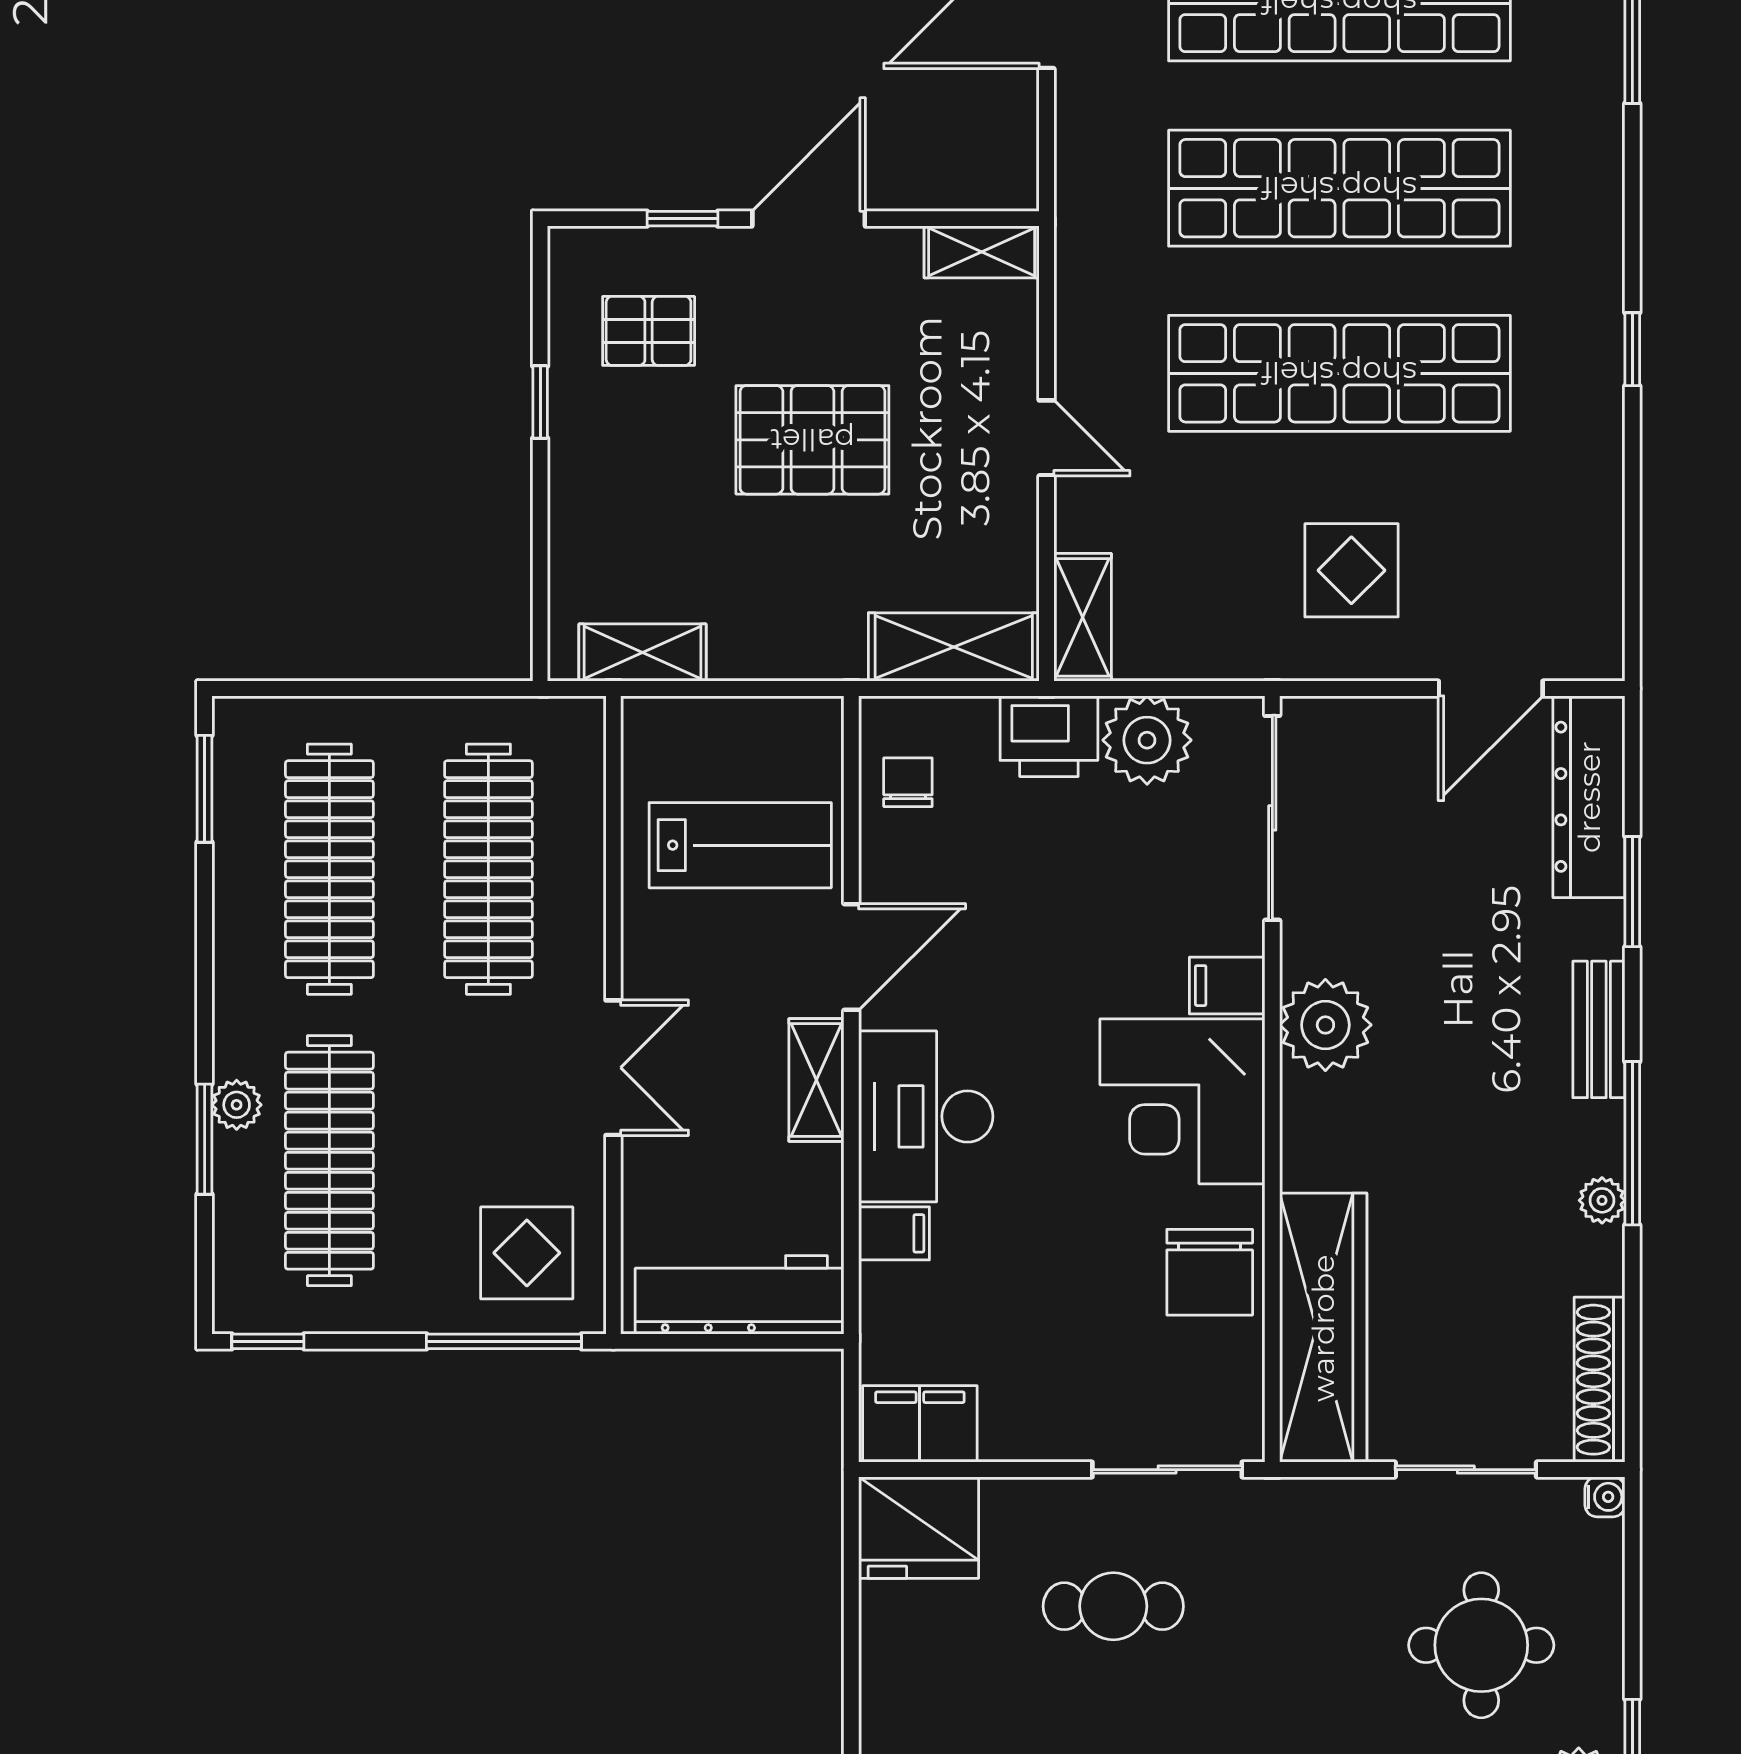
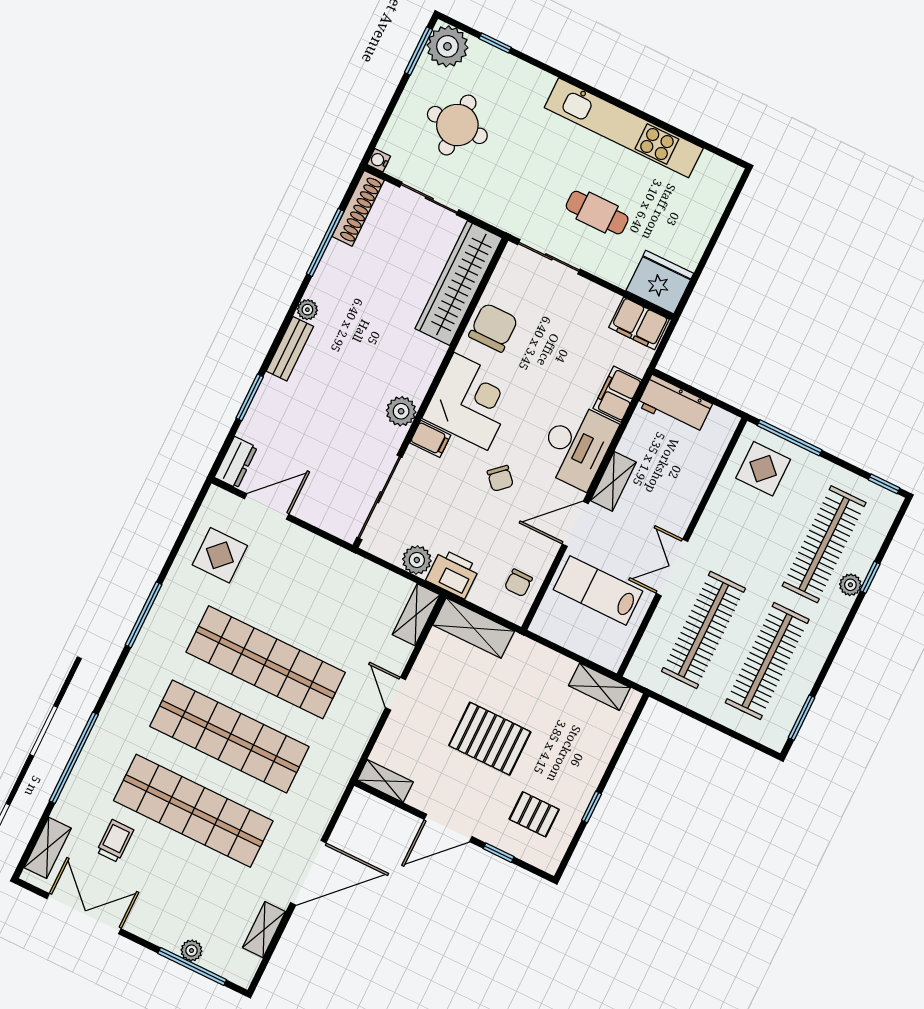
window: (1632, 349) -> (144, 615), width x2.17
display table: (1351, 570) -> (220, 555), moved
plant: (1147, 740) -> (417, 560), width x0.73, depth x0.73
dresser: (1589, 797) -> (236, 462), width x0.51, depth x0.80
chair: (1047, 975) -> (500, 478), added
plant: (1325, 1025) -> (401, 411), width x0.73, depth x0.73
double door: (613, 1068) -> (672, 567), moved
window: (205, 1139) -> (870, 577), width x0.67
window: (1632, 1143) -> (325, 242), moved
plant: (1602, 1200) -> (307, 310), moved
filing cabinet: (894, 1233) -> (617, 394), width x2.00
workbench: (740, 1295) -> (675, 405), width x0.73

